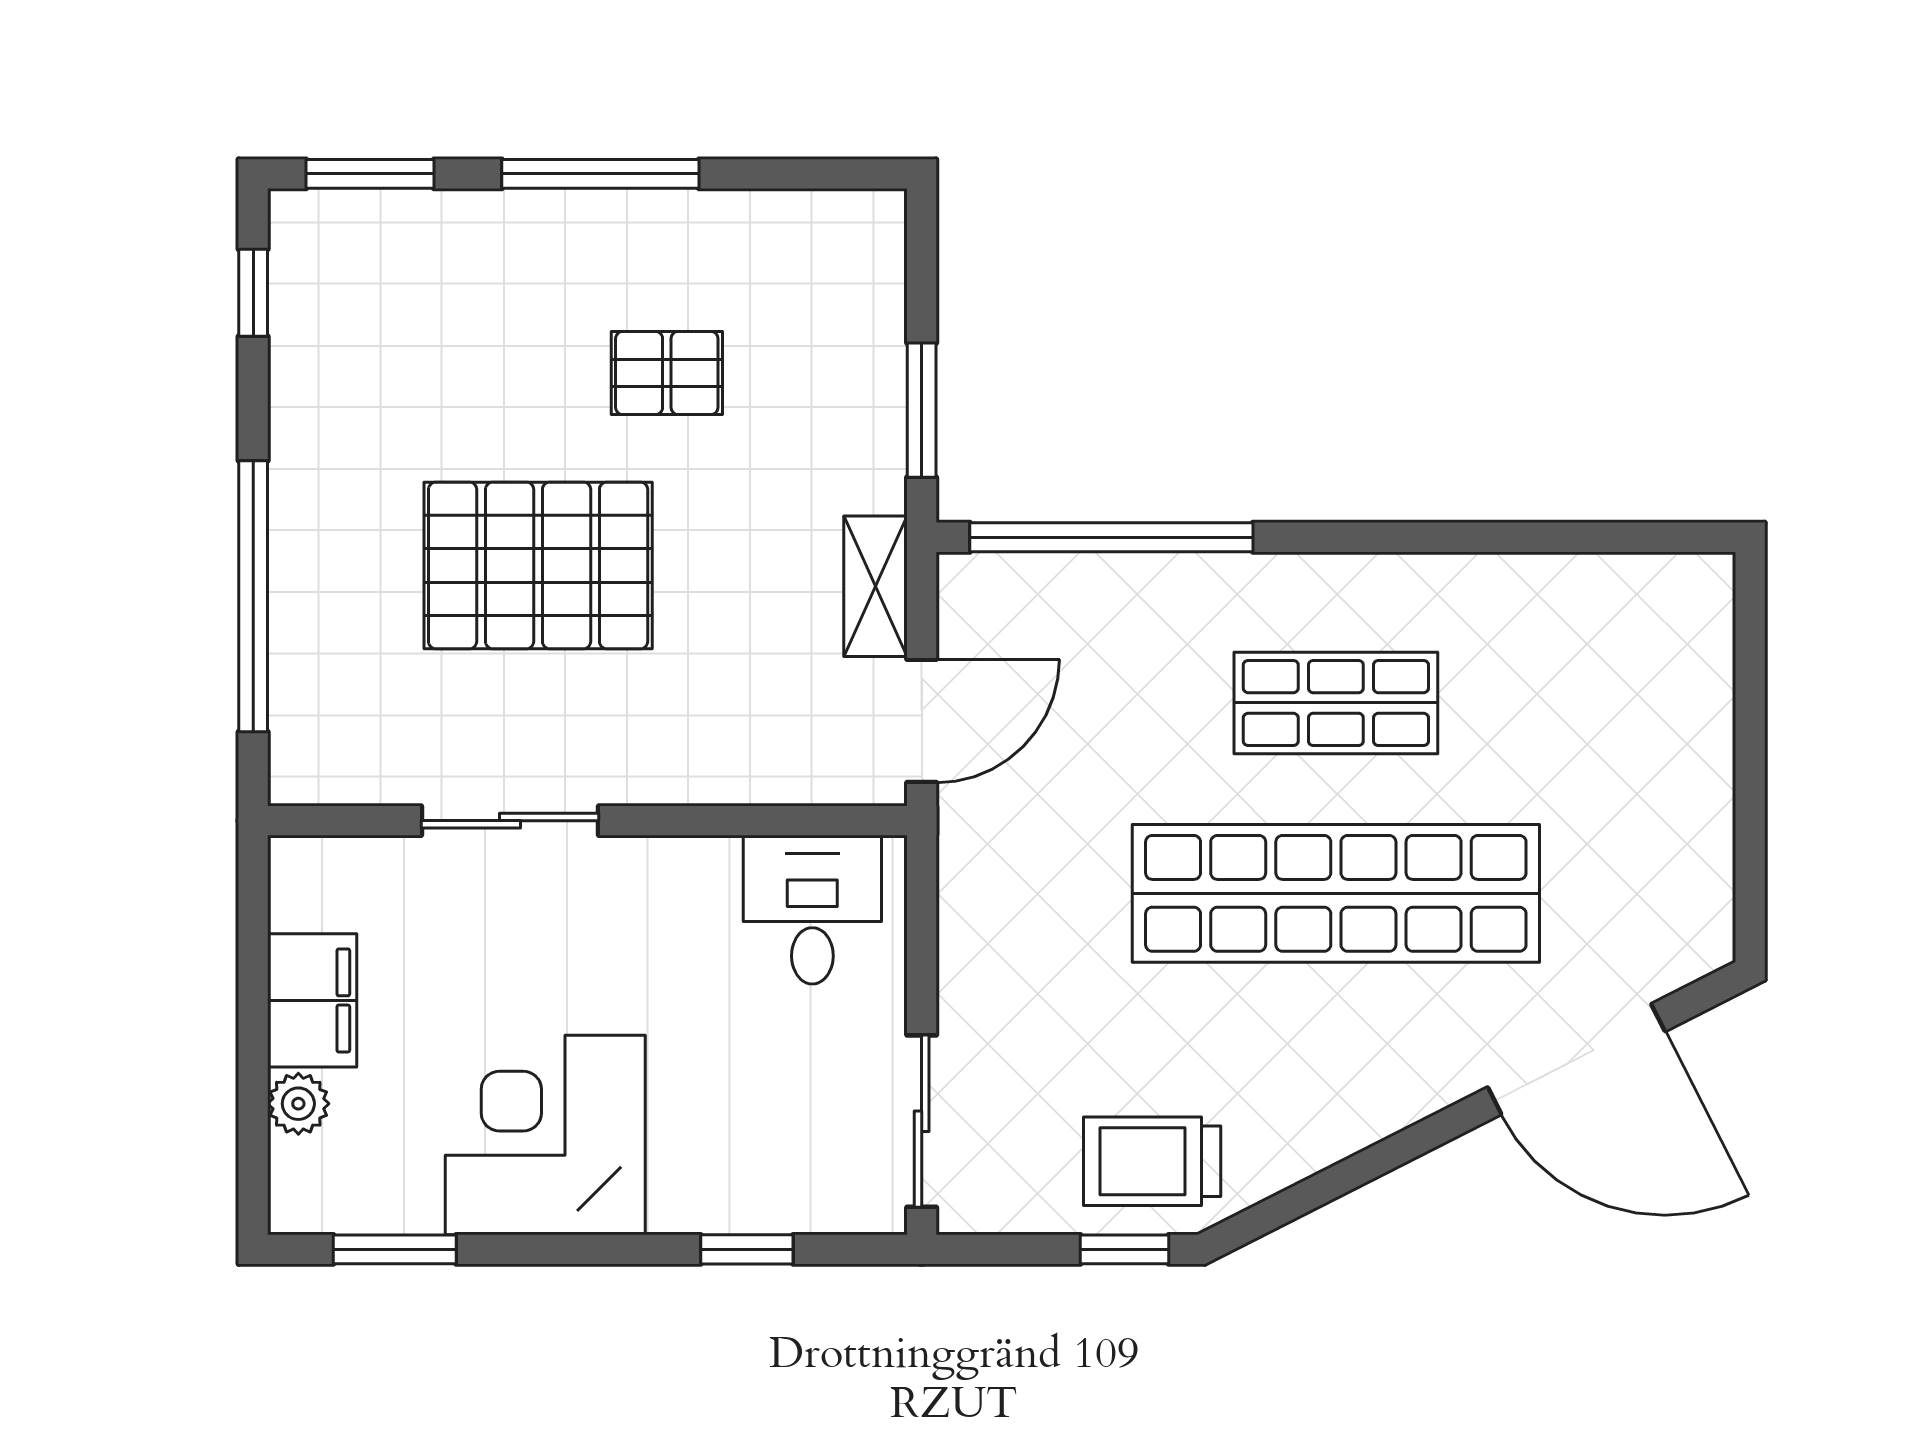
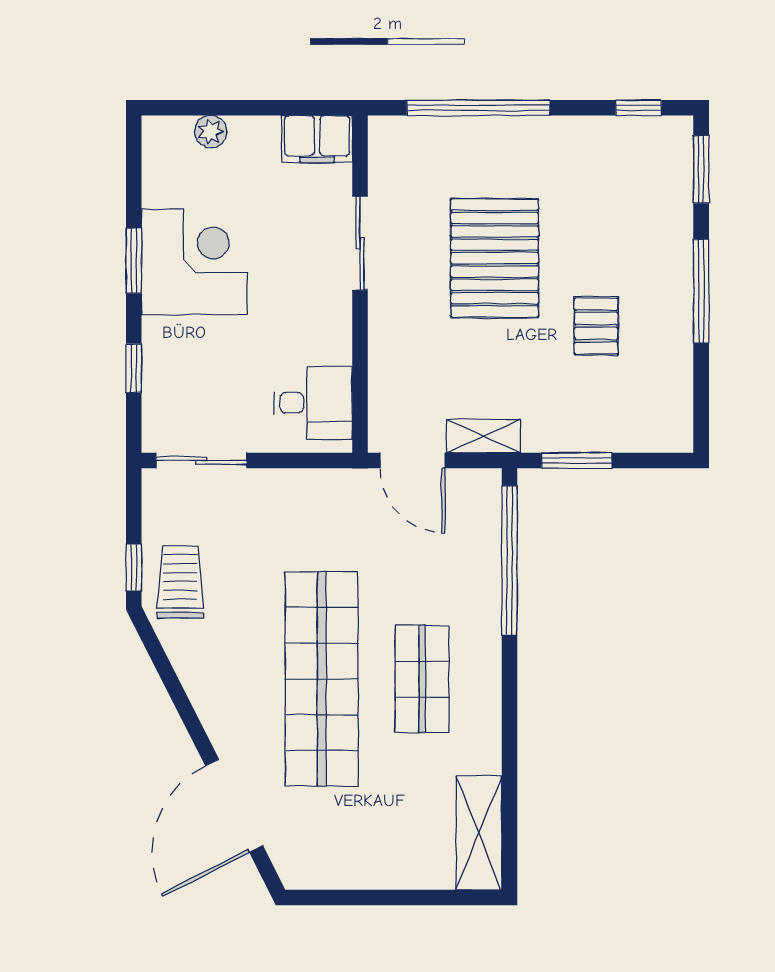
shelving: (1628, 595) -> (479, 833), added
filing cabinet: (312, 1000) -> (317, 139), moved
window: (395, 1249) -> (134, 261), moved

